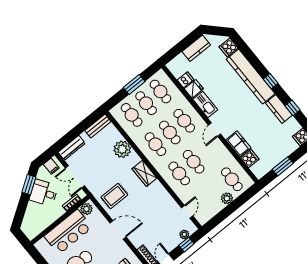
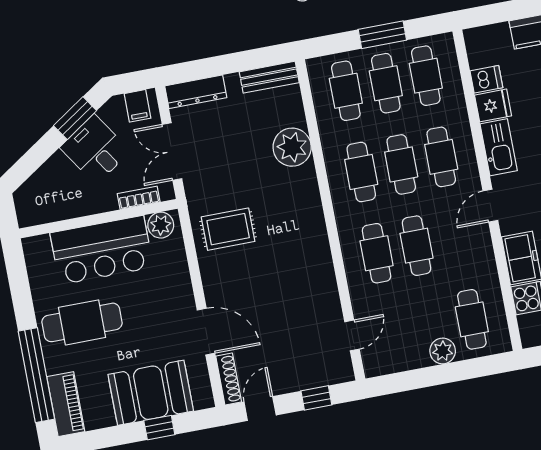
wardrobe: (145, 173) -> (310, 217), removed
door: (118, 230) -> (206, 332), moved
plant: (184, 234) -> (323, 376), removed

